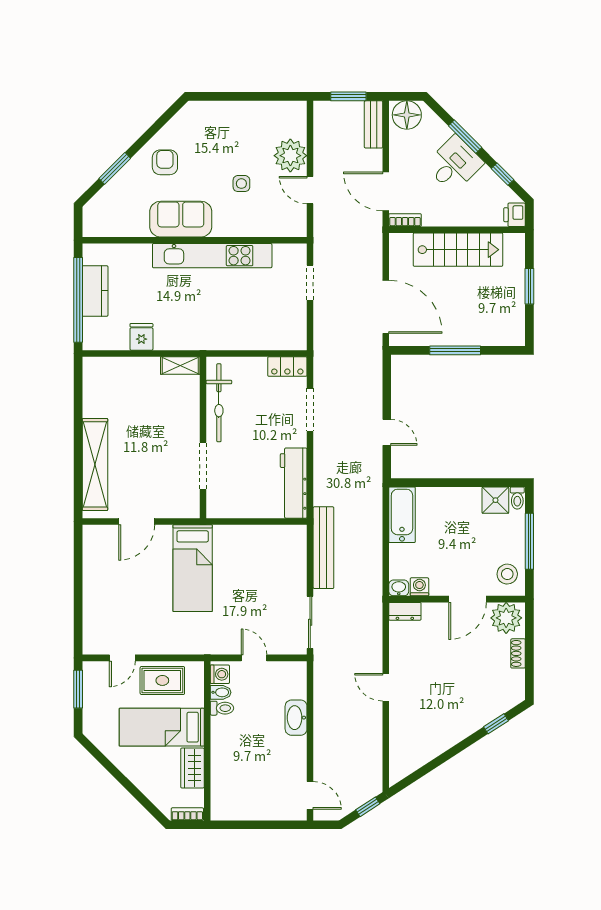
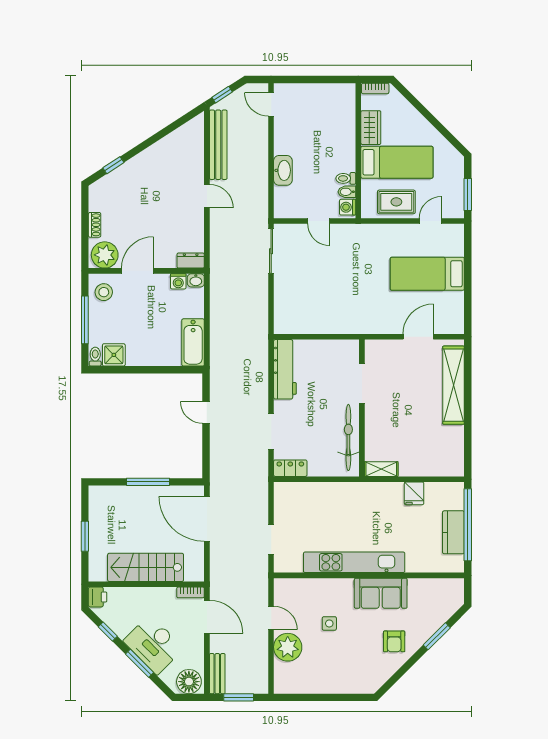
desk: (454, 164) -> (153, 645), width x1.37
bench: (323, 548) -> (218, 145), moved
bed: (193, 568) -> (427, 274), moved, turned -90

